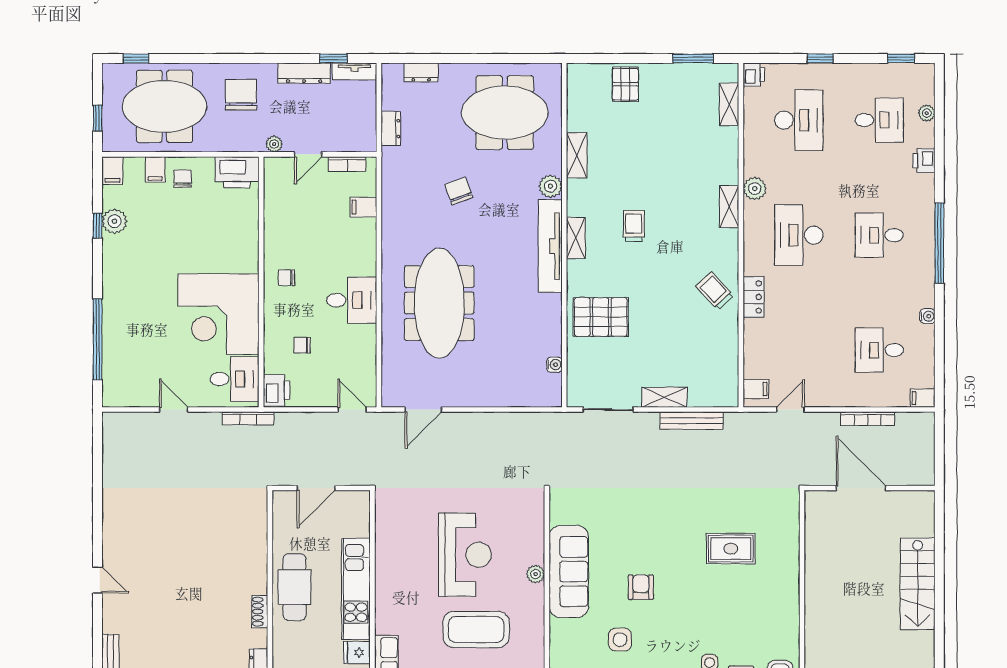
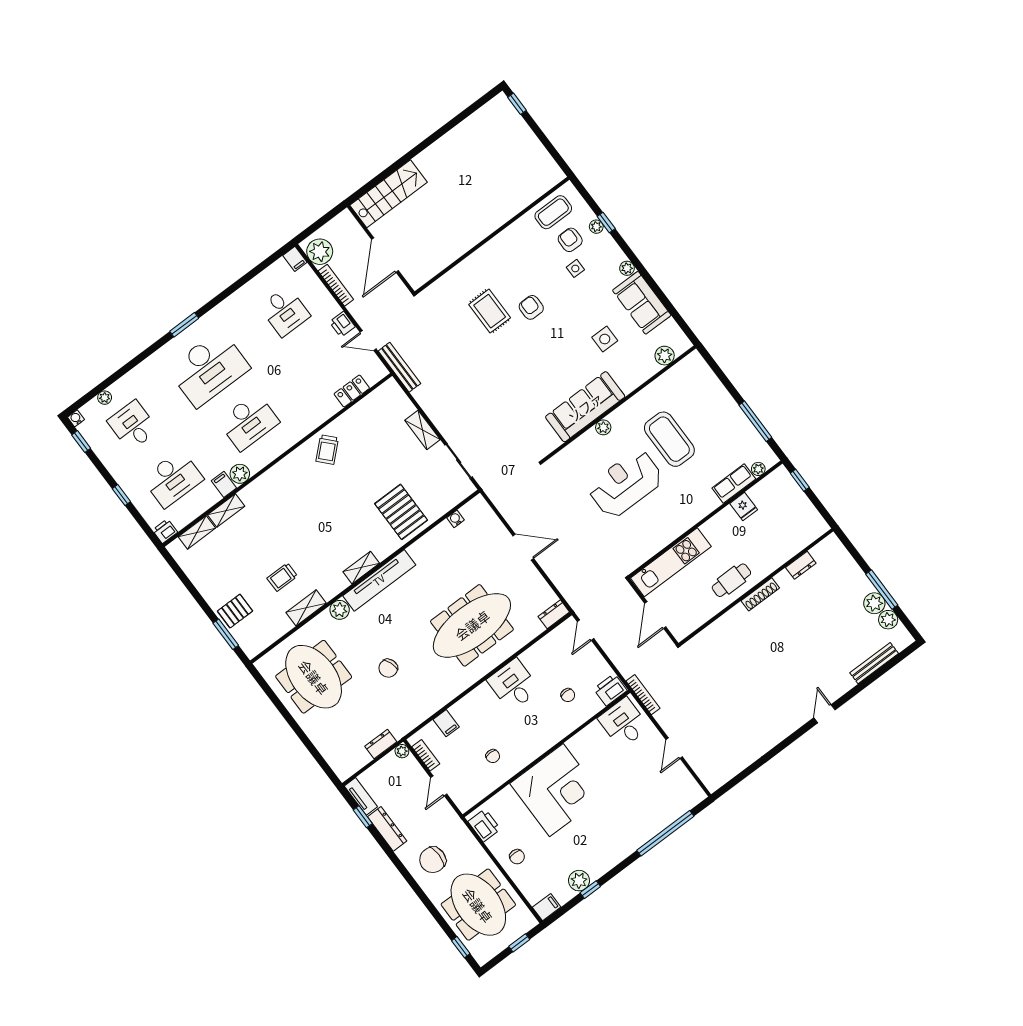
window: (693, 58) -> (226, 634), moved
dresser: (421, 72) -> (554, 614), moved, turned -90
desk: (799, 120) -> (173, 479), turned 180
plant: (274, 144) -> (402, 751), moved
door: (308, 154) -> (439, 786), swing flipped
printer: (924, 161) -> (342, 324), moved, turned 90
filing cabinet: (155, 169) -> (525, 879), removed
printer: (237, 172) -> (484, 825), width x0.73, depth x0.84
chair: (183, 179) -> (517, 857), turned -90
shelving: (729, 207) -> (226, 510), moved
trolley: (634, 226) -> (282, 577), moved
desk: (879, 235) -> (209, 368), width x1.87, depth x1.30
window: (939, 243) -> (184, 325), width x0.47
chair: (287, 278) -> (493, 756), moved
locker: (753, 297) -> (352, 391), moved
corner desk: (218, 314) -> (556, 790), moved
water cooler: (927, 316) -> (76, 418), moved
filing cabinet: (756, 389) -> (224, 484), moved
door: (423, 410) -> (523, 547), moved
bench: (692, 421) -> (399, 367), moved
plant: (912, 427) -> (320, 252), added
door: (316, 488) -> (655, 615), swing flipped
stairs: (918, 584) -> (389, 194), moved
cafe table: (294, 587) -> (731, 580), width x0.73, depth x0.74
armchair: (641, 587) -> (531, 307), moved, turned 90
kitchen unit: (356, 589) -> (671, 562), moved
shoe rack: (260, 612) -> (760, 594), width x1.43

